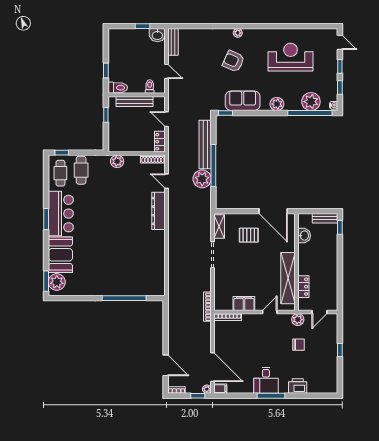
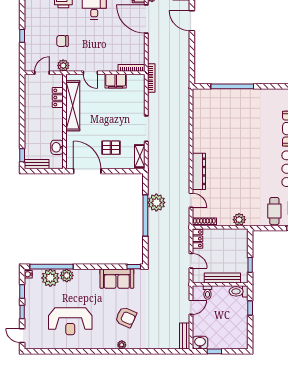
door: (167, 71) -> (191, 307), swing flipped
plant: (277, 104) -> (67, 275), moved
bench: (205, 145) -> (153, 236), removed
door: (270, 312) -> (90, 73), hinge flipped

